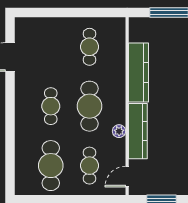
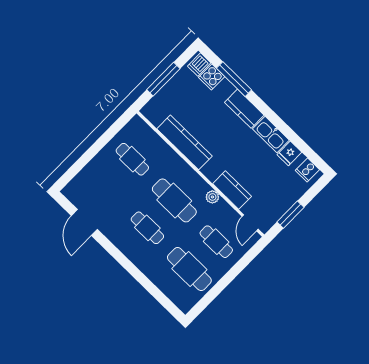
kitchen counter: (138, 131) -> (232, 190), width x0.67

